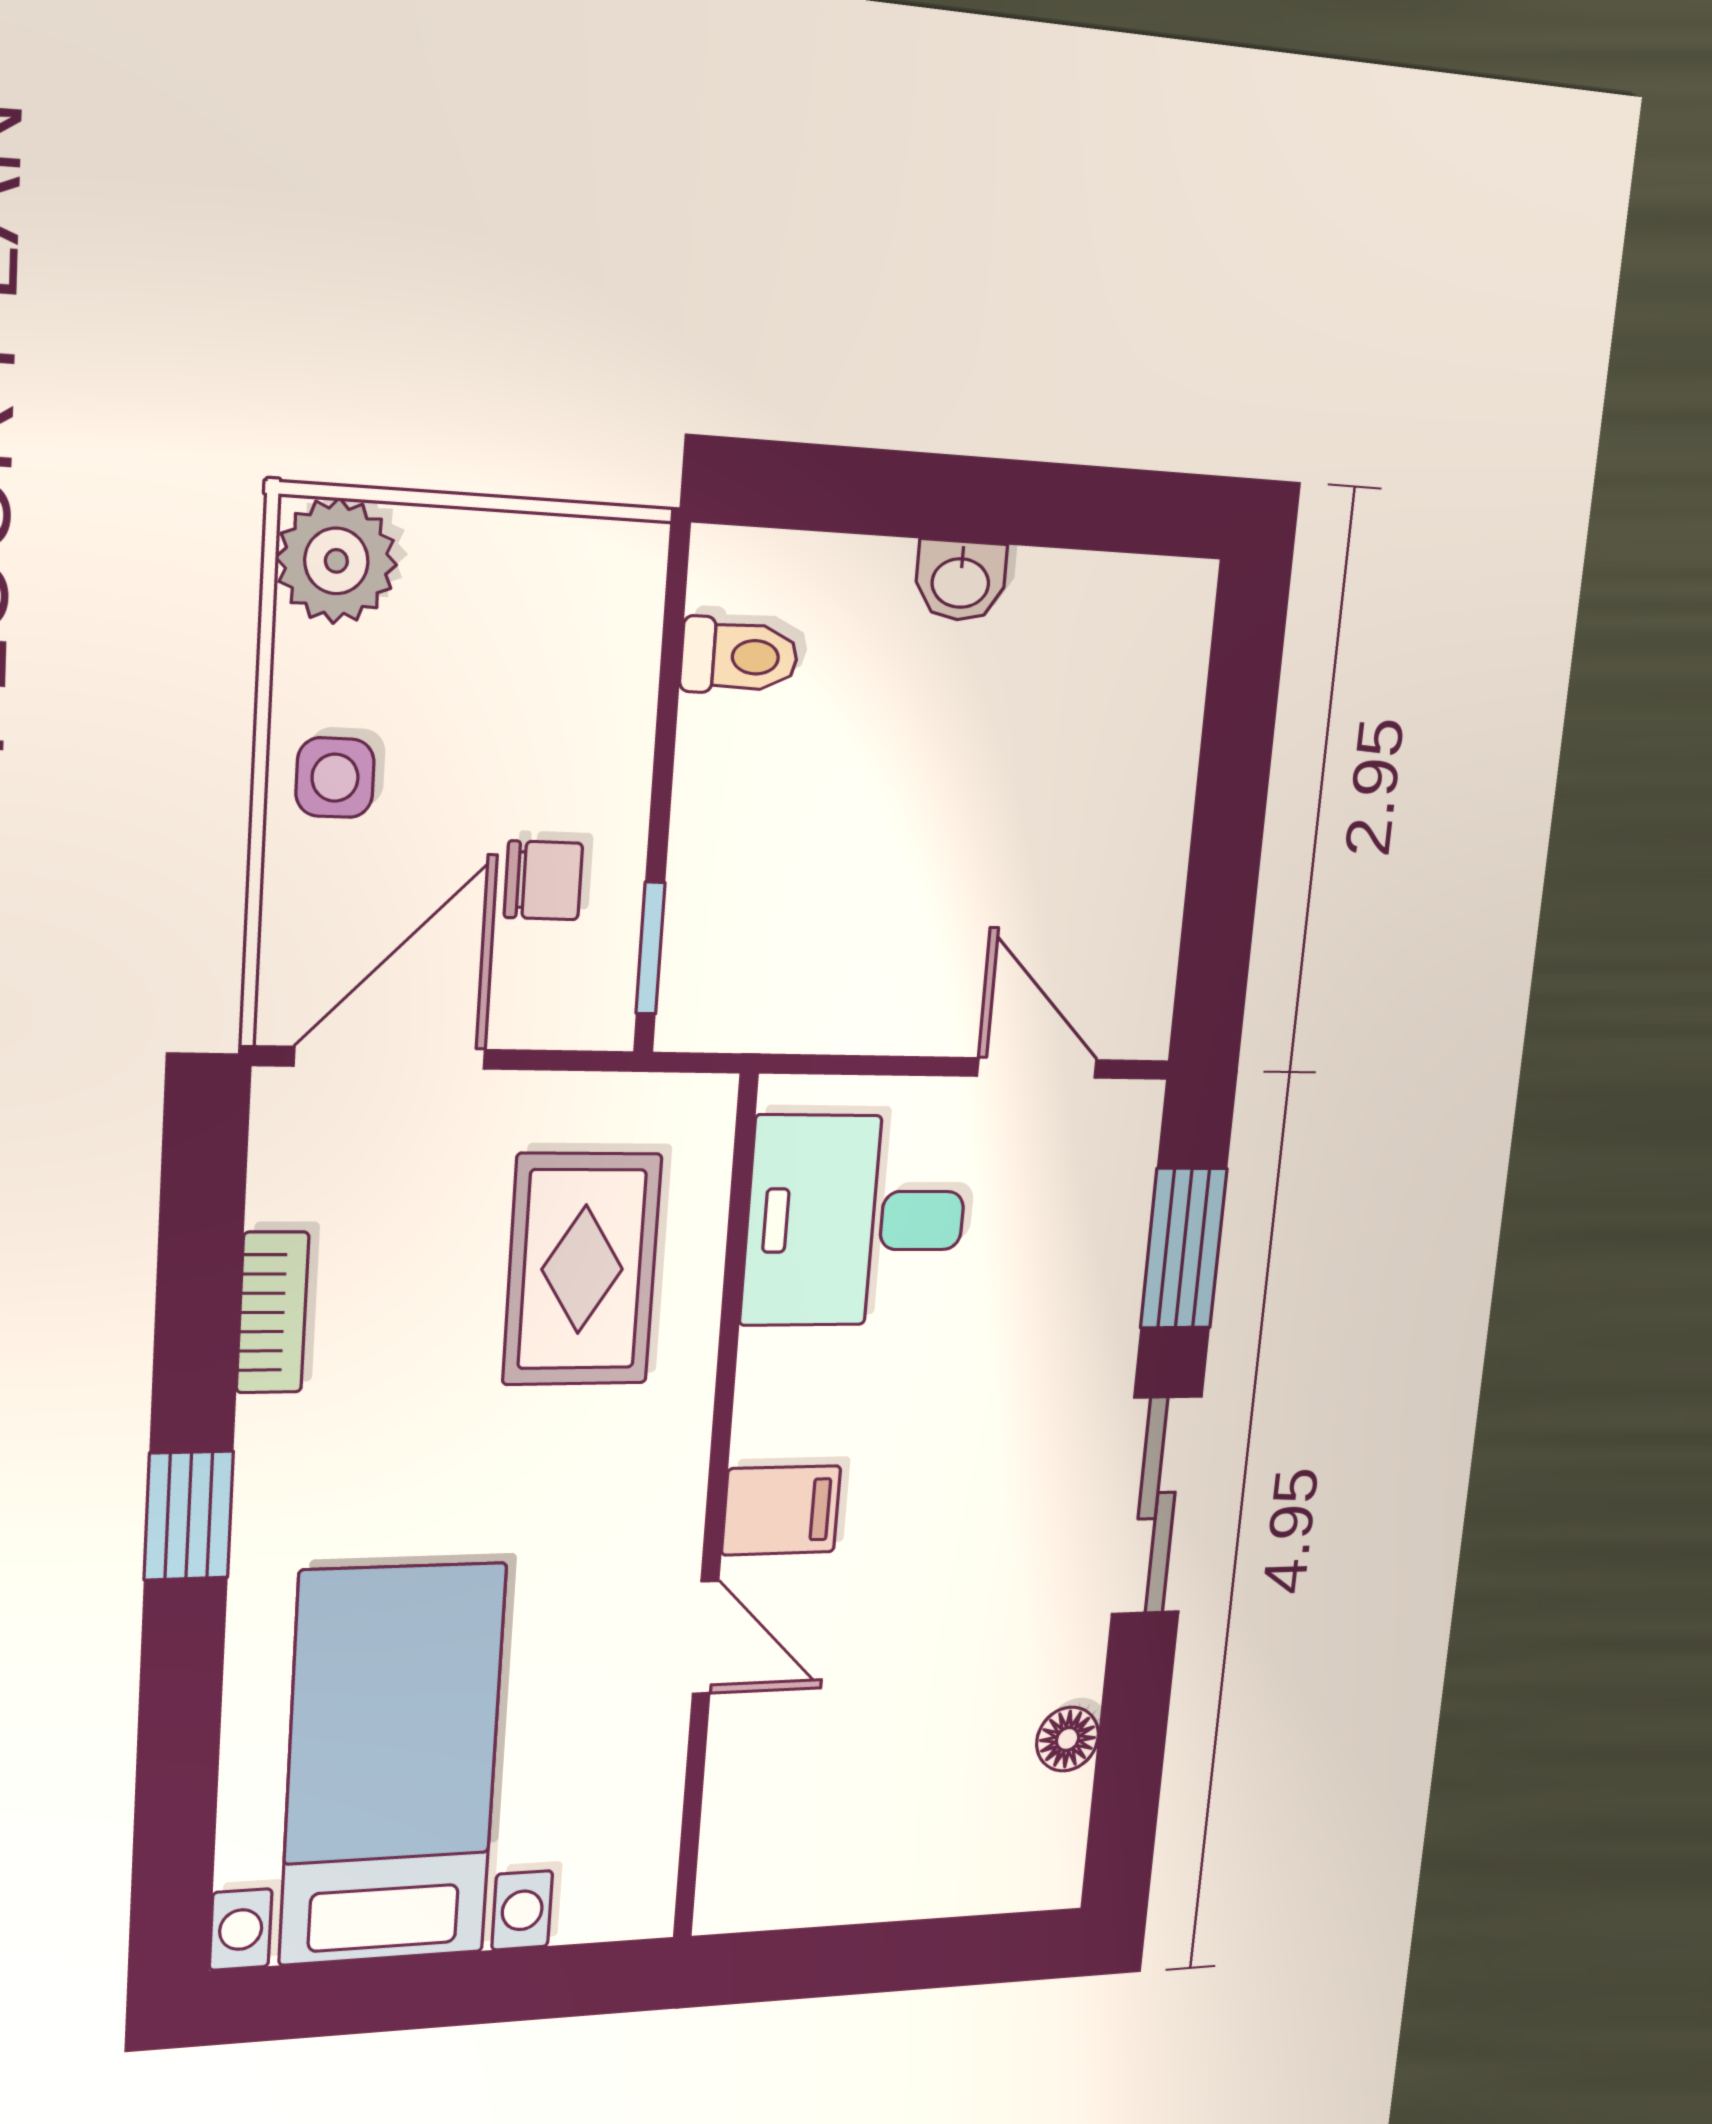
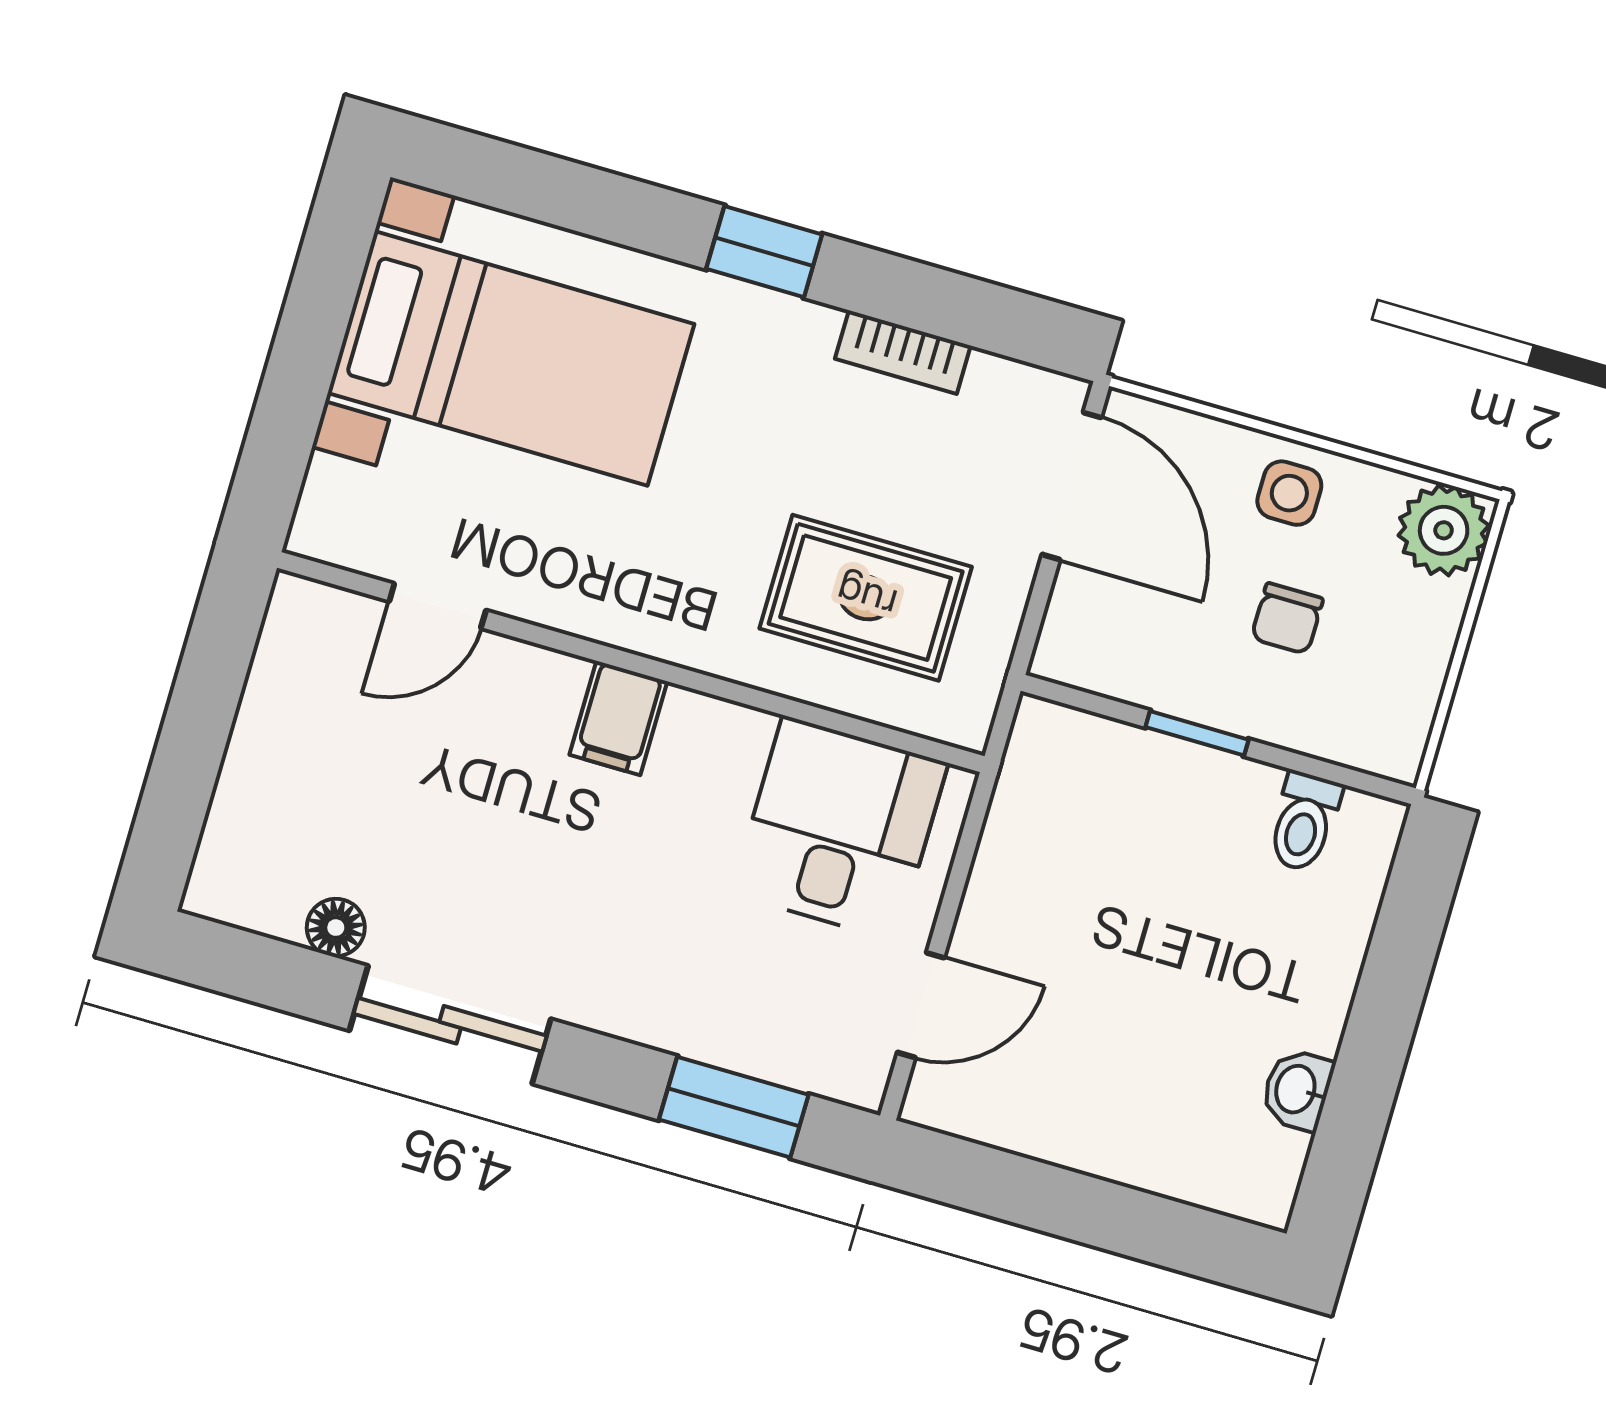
washbasin: (961, 581) -> (1297, 1090), moved
chair: (543, 880) -> (1287, 619), moved
window: (650, 948) -> (1197, 733), moved
sliding door: (1157, 1506) -> (450, 1025), moved
door: (705, 1637) -> (438, 606), moved

